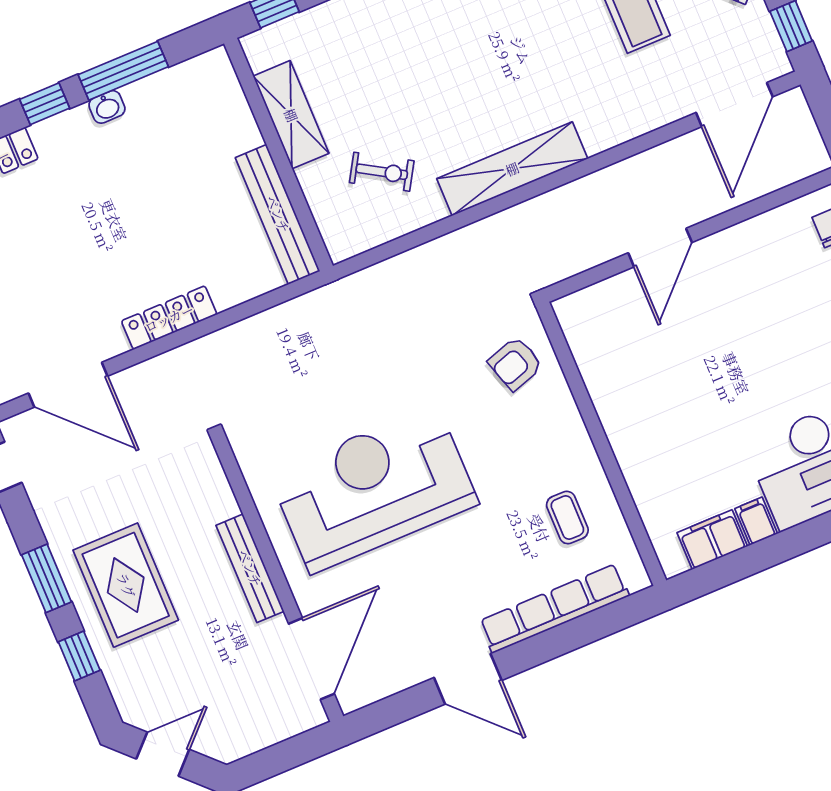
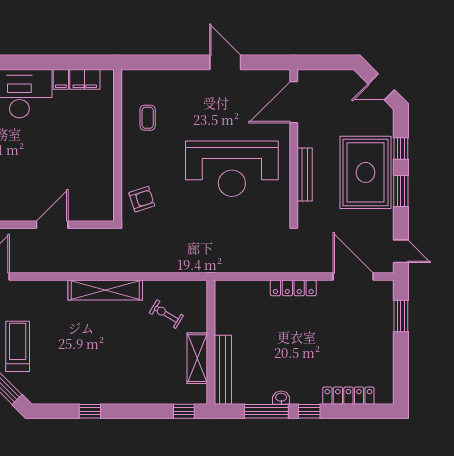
bench: (278, 214) -> (223, 370), moved
bench: (250, 568) -> (305, 174), moved
rug: (126, 585) -> (365, 172), width x1.37, depth x1.44
row of seats: (554, 608) -> (171, 78), removed

